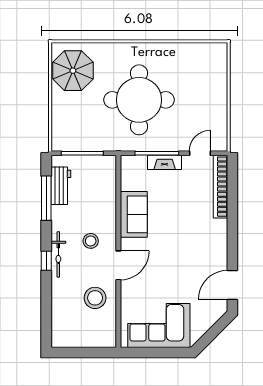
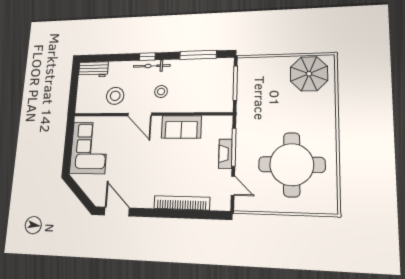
round table: (139, 100) -> (292, 165), moved
workbench: (61, 186) -> (93, 69), moved
bookcase: (220, 187) -> (182, 203), moved

